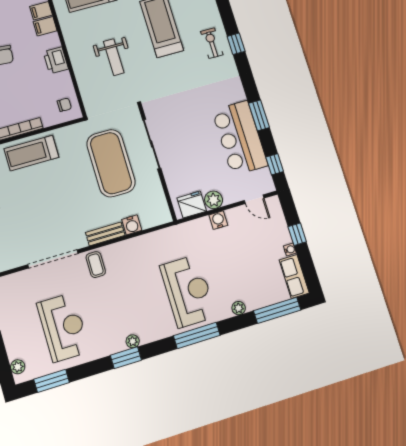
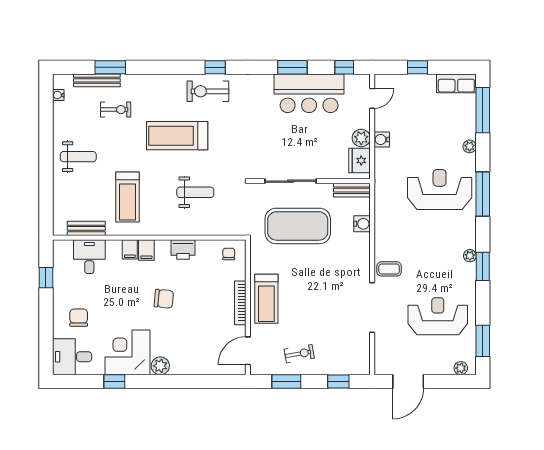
exercise bike: (212, 43) -> (208, 91), width x1.38, depth x1.39
bench: (105, 234) -> (352, 190), moved, turned 90
water cooler: (290, 250) -> (430, 79), removed

